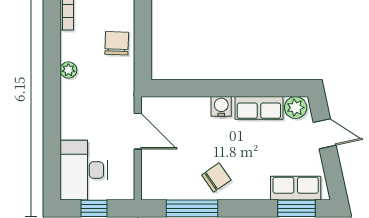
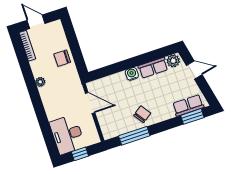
chair: (117, 43) -> (62, 58), turned -92

